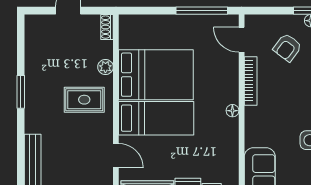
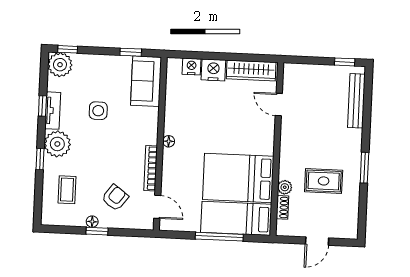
window: (202, 11) -> (219, 237), moved
shoe rack: (107, 27) -> (282, 207), moved
rug: (84, 100) -> (324, 181), moved
bed: (156, 118) -> (236, 218), moved

